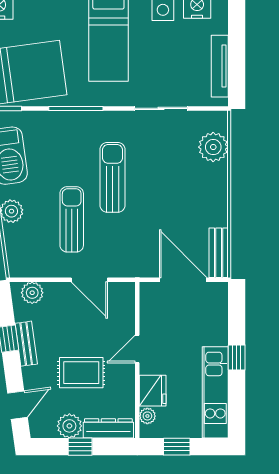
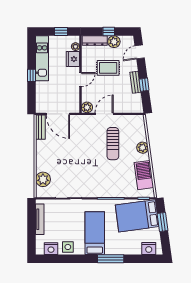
sun lounger: (112, 177) -> (93, 164), removed
door: (89, 280) -> (104, 114), hinge flipped
plant: (32, 293) -> (87, 107), moved

